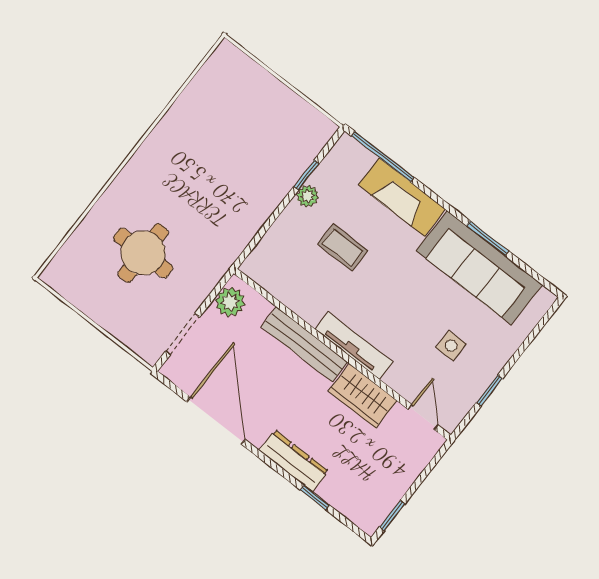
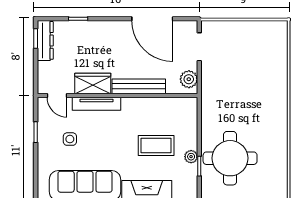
coffee table: (343, 247) -> (156, 146), width x1.36, depth x1.30
round table: (143, 253) -> (230, 158), moved, width x1.36, depth x1.36
tv unit: (354, 346) -> (96, 104), moved
dresser: (294, 461) -> (45, 40), moved, turned -90

